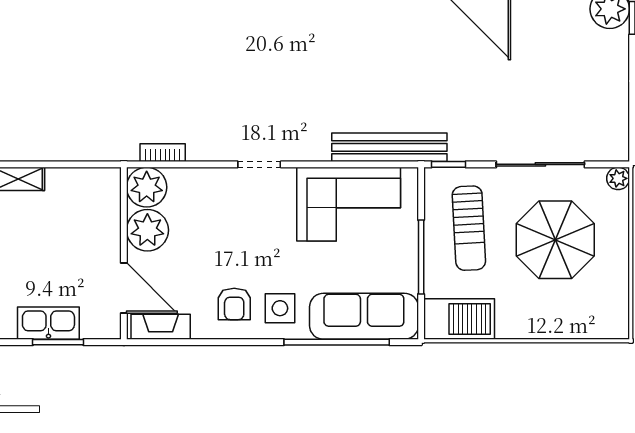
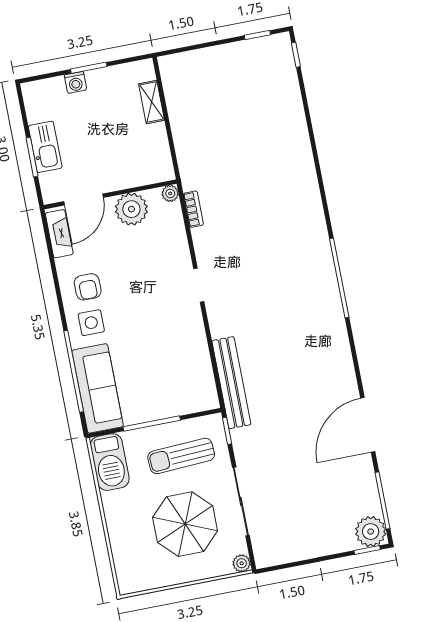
plant: (147, 187) -> (170, 193), width x0.53, depth x0.53
corner sofa: (349, 204) -> (182, 360), removed
armchair: (234, 304) -> (88, 287), turned -90

